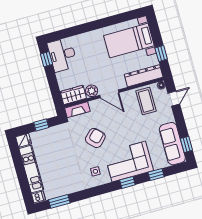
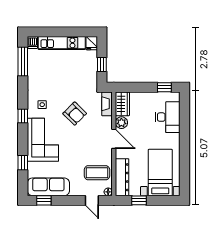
desk: (62, 55) -> (168, 117), moved, turned 90
door: (109, 94) -> (114, 139), swing flipped
window: (127, 182) -> (23, 116), moved
window: (59, 201) -> (23, 61), width x1.44

